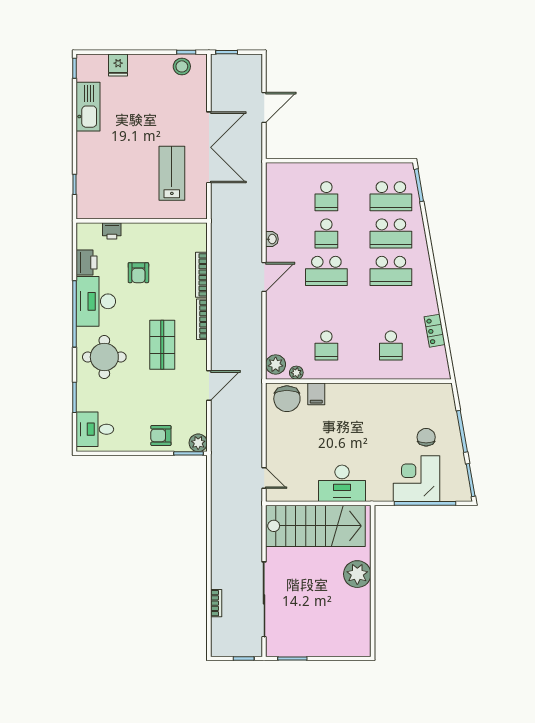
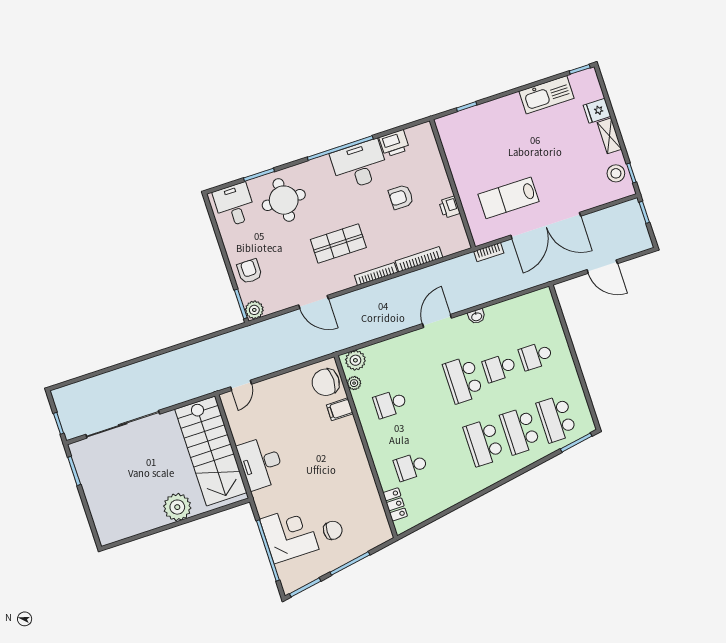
shelving: (145, 61) -> (609, 136), added
lab bench: (172, 173) -> (509, 198), turned 180
printer: (112, 231) -> (449, 207), moved
door: (264, 277) -> (437, 321), swing flipped
locker: (435, 331) -> (395, 504), moved, turned 100
round table: (104, 357) -> (284, 200), moved
bookcase: (216, 603) -> (489, 252), moved

